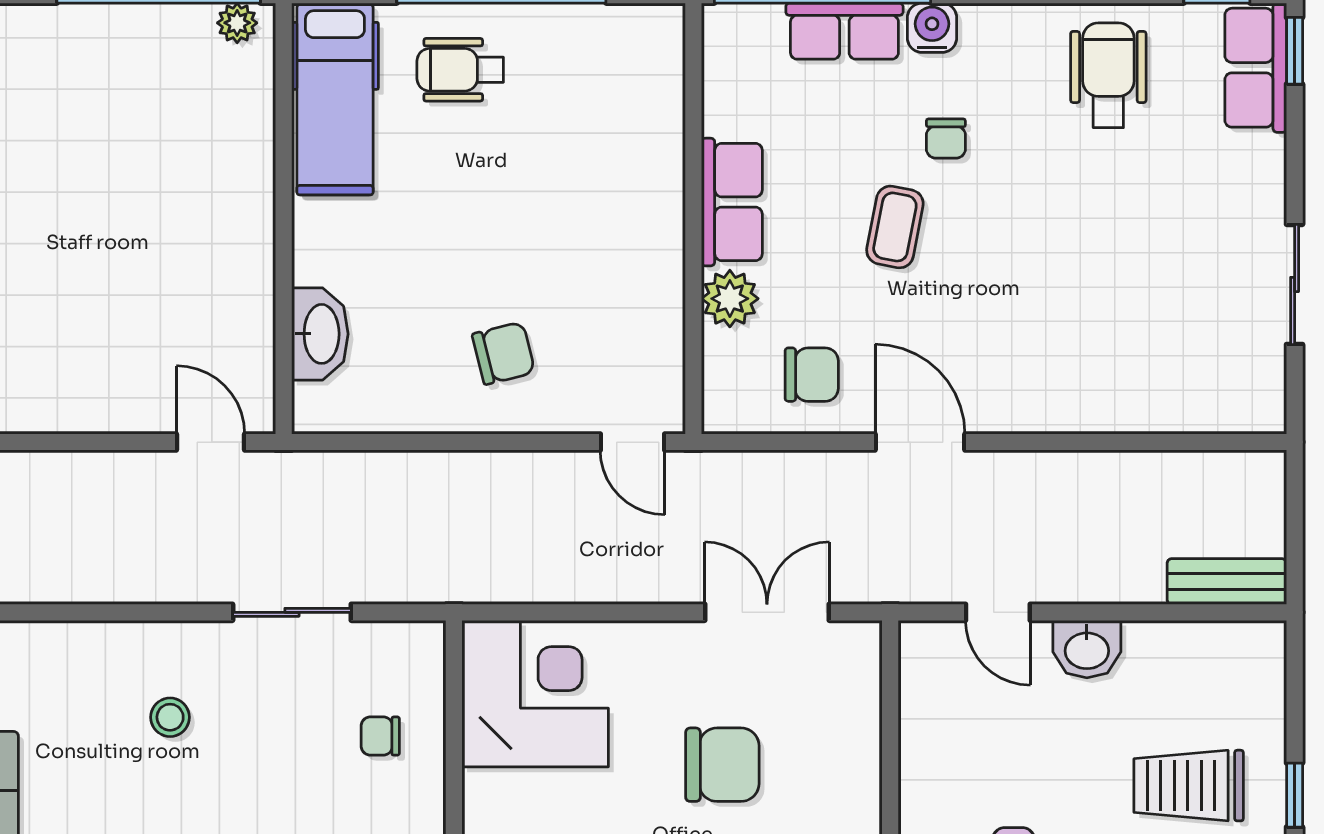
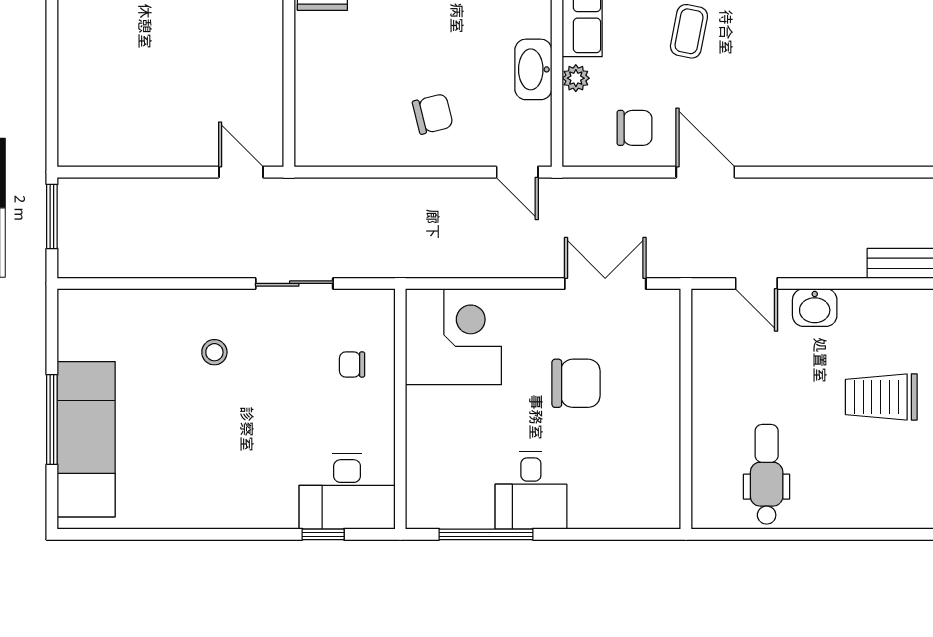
plant: (730, 299) -> (576, 78), width x0.73, depth x0.73
washbasin: (320, 334) -> (533, 69), moved, turned 180

